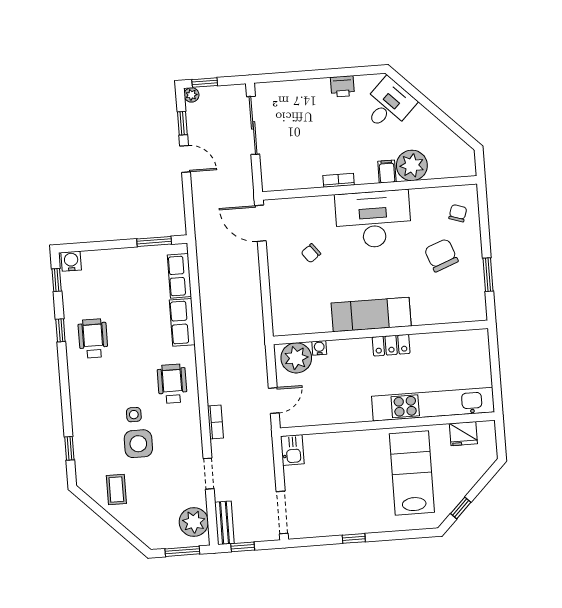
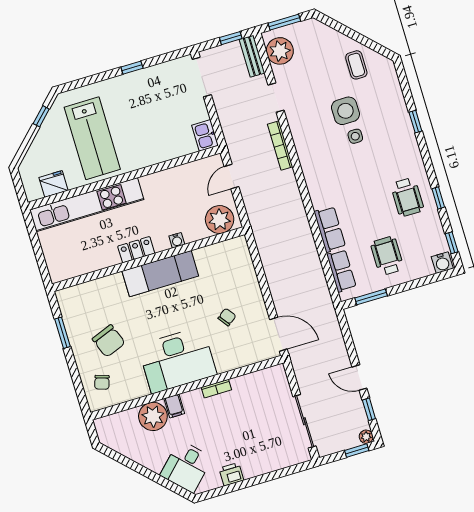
water cooler: (319, 348) -> (177, 240), moved
wheelchair: (172, 384) -> (387, 256), moved, turned 180
bookcase: (215, 422) -> (280, 146), width x1.56
window: (69, 448) -> (415, 122), moved

